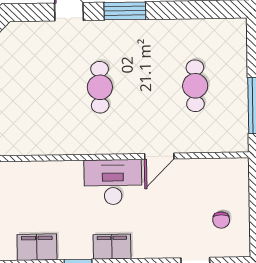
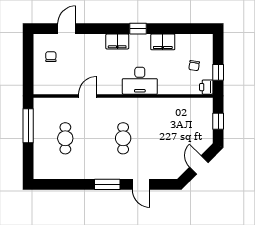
desk: (113, 182) -> (140, 81), moved

